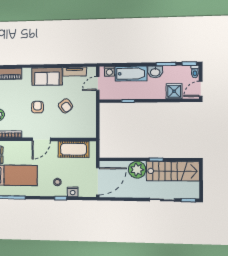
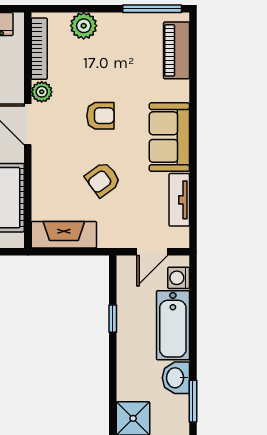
door: (98, 83) -> (152, 252), swing flipped
fireplace: (90, 123) -> (64, 235), added
plant: (27, 133) -> (42, 92), added

